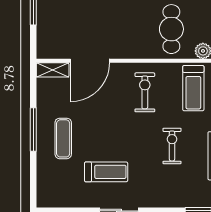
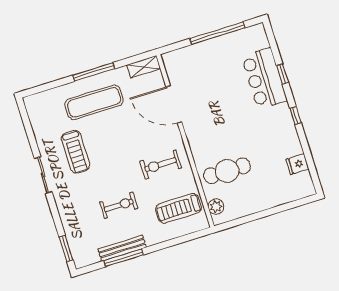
shelving: (53, 70) -> (144, 67), moved, turned 90
exercise bike: (145, 92) -> (161, 165), turned 180
exercise mat: (63, 138) -> (94, 102), width x1.36, depth x1.45

